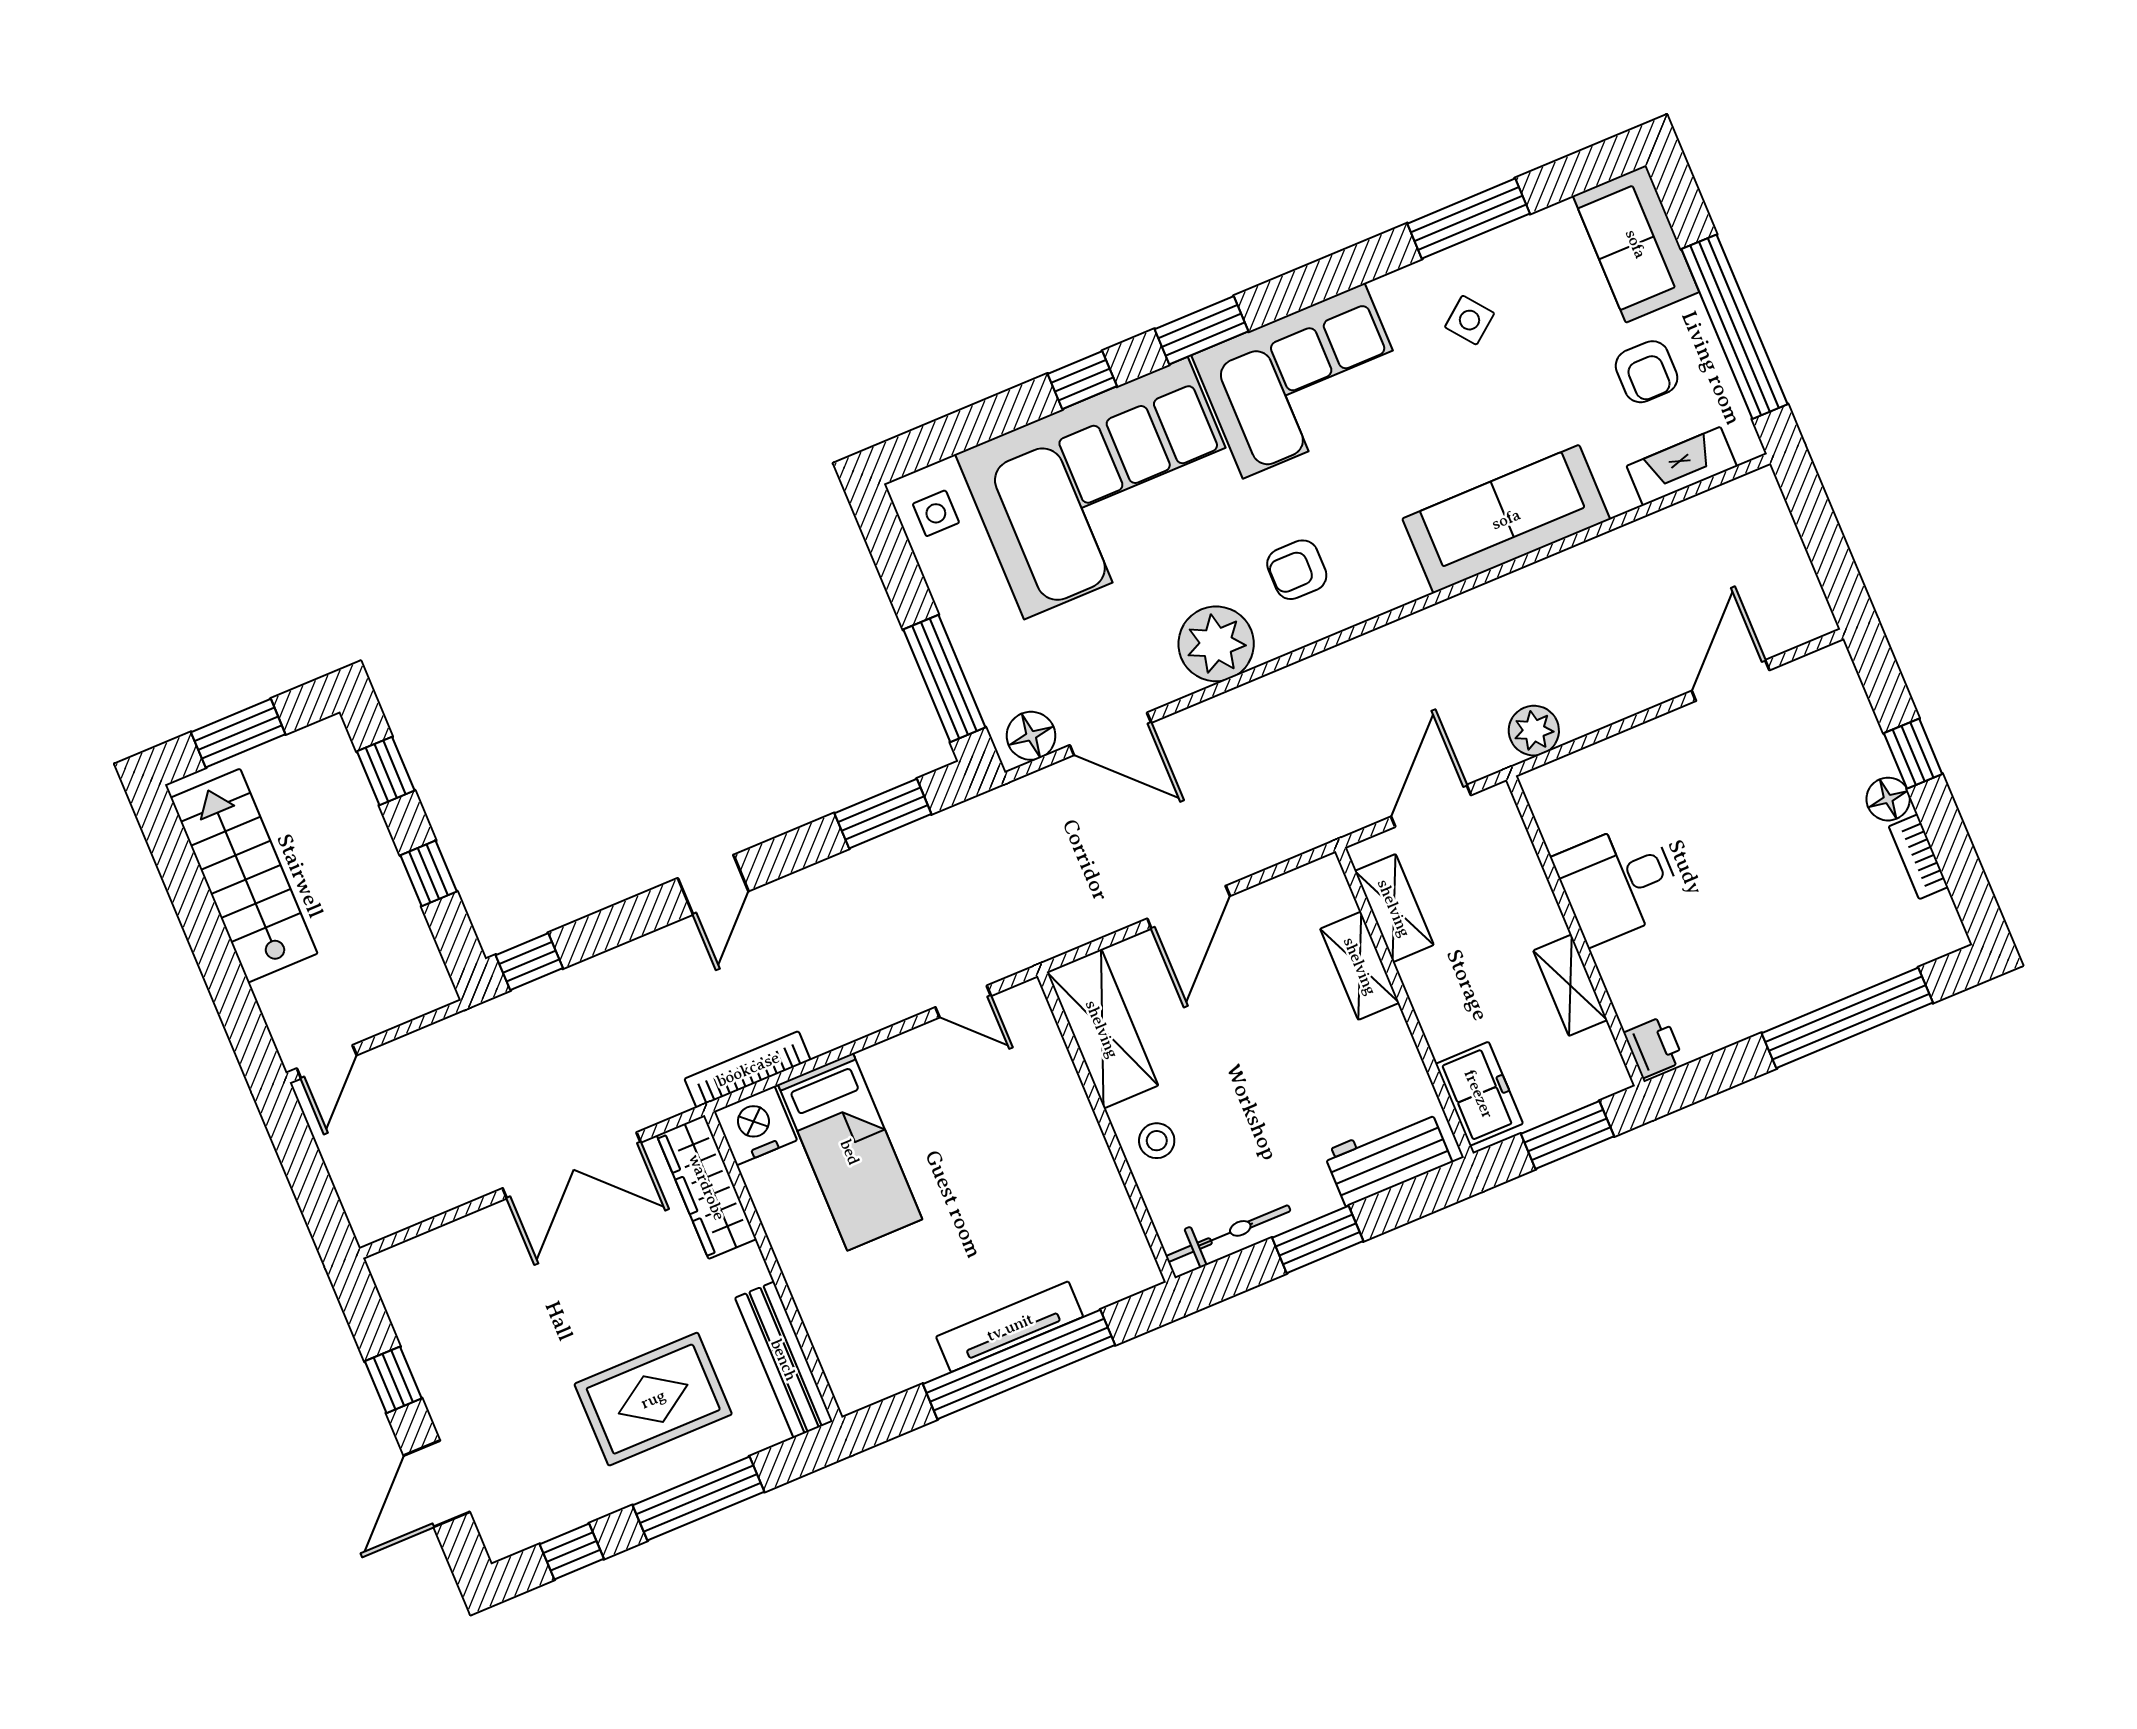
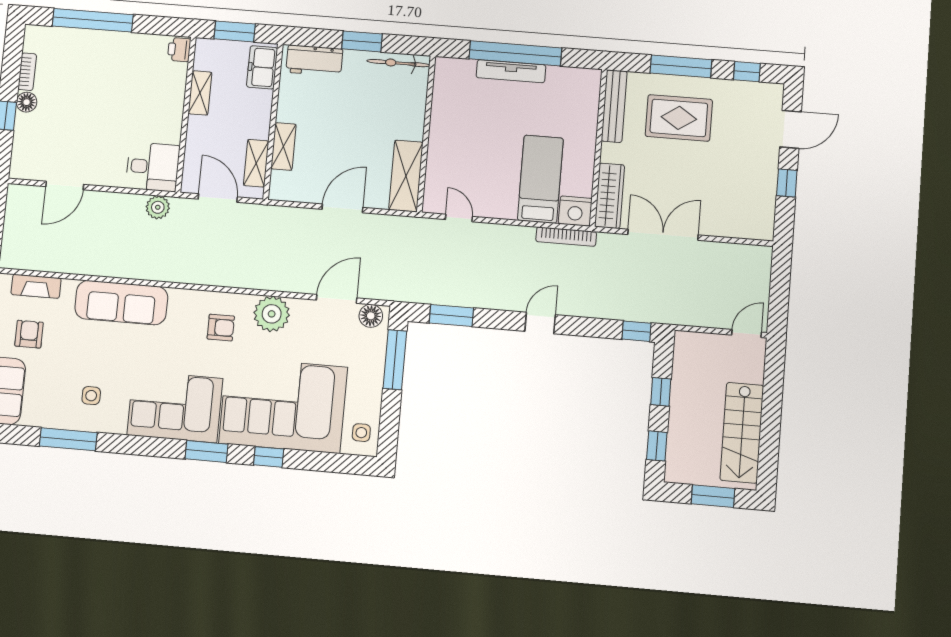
side table: (1470, 320) -> (91, 396), turned 38
door: (1110, 734) -> (337, 299), hinge flipped
door: (1431, 806) -> (218, 198), swing flipped
desk: (1618, 882) -> (153, 167), moved
stool: (1157, 1141) -> (408, 117), removed

